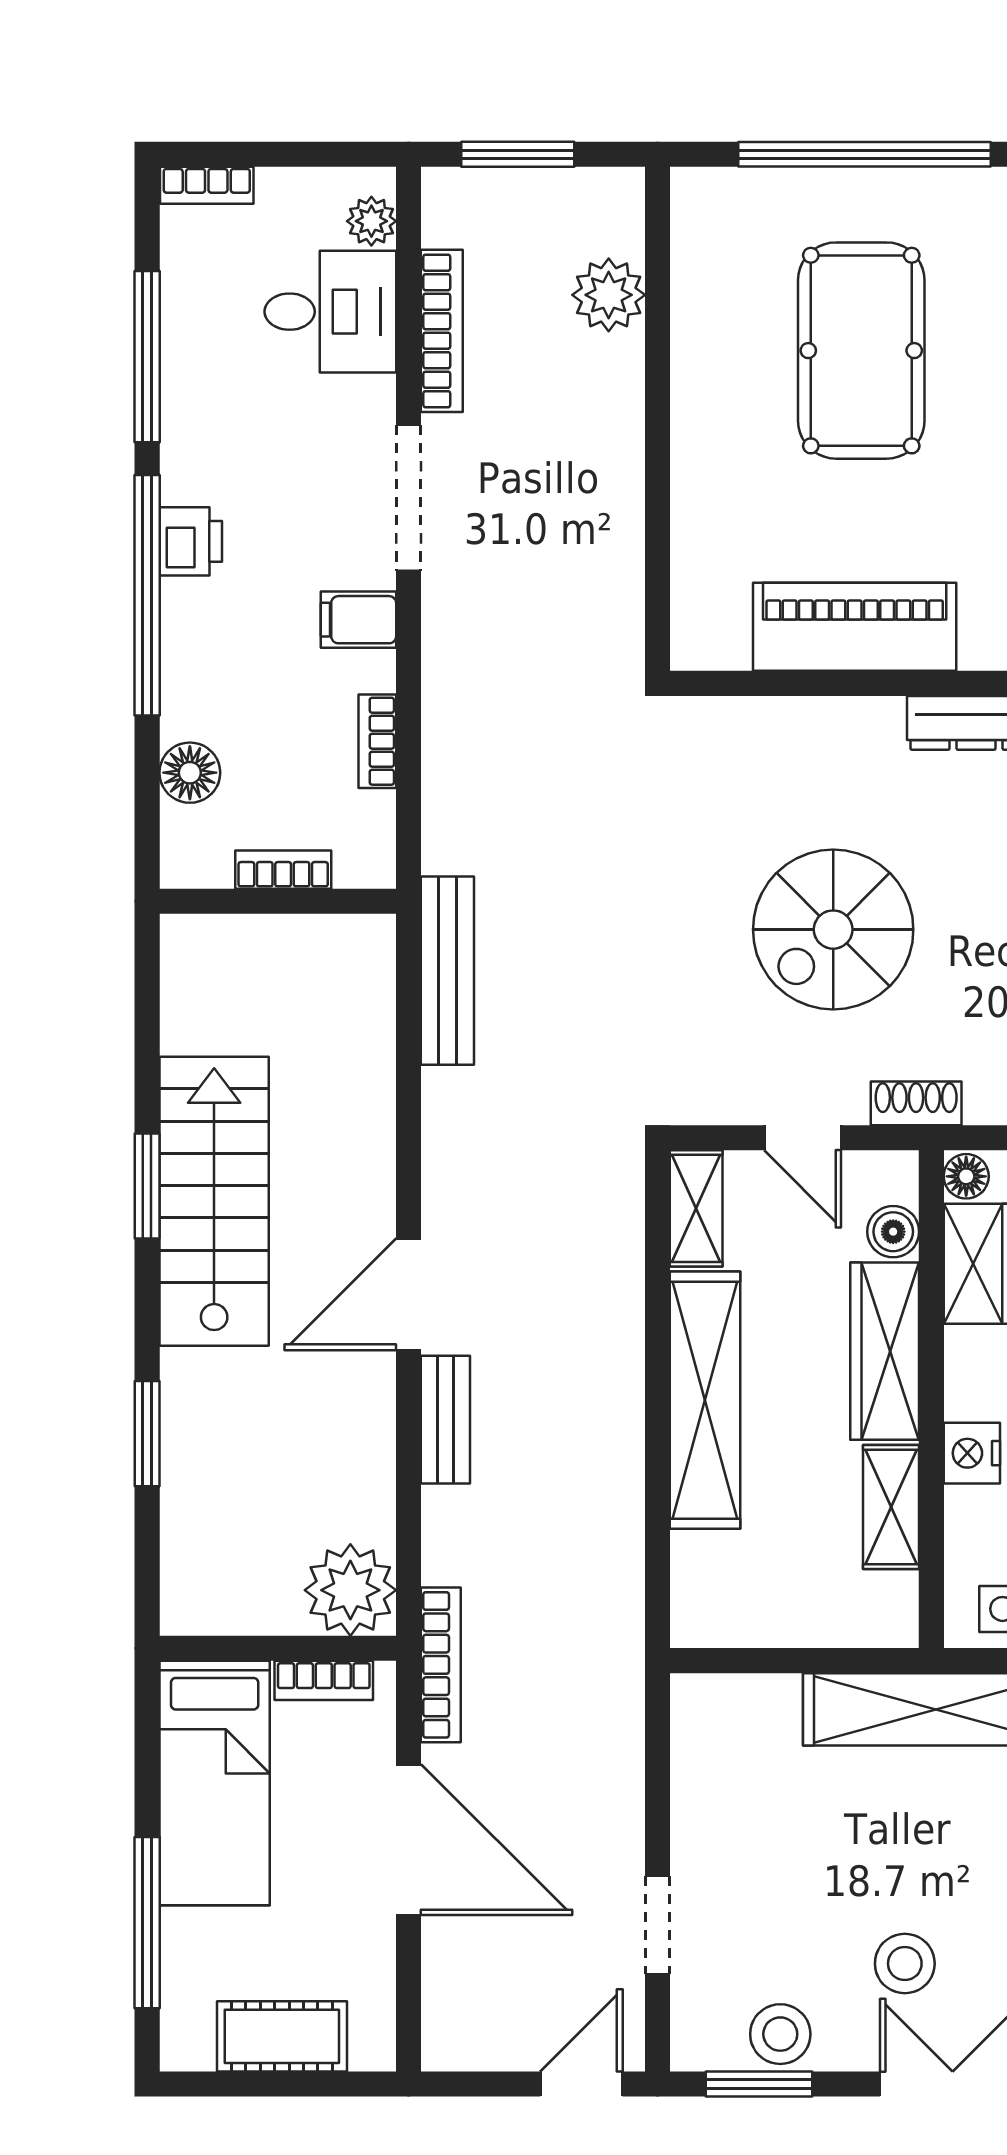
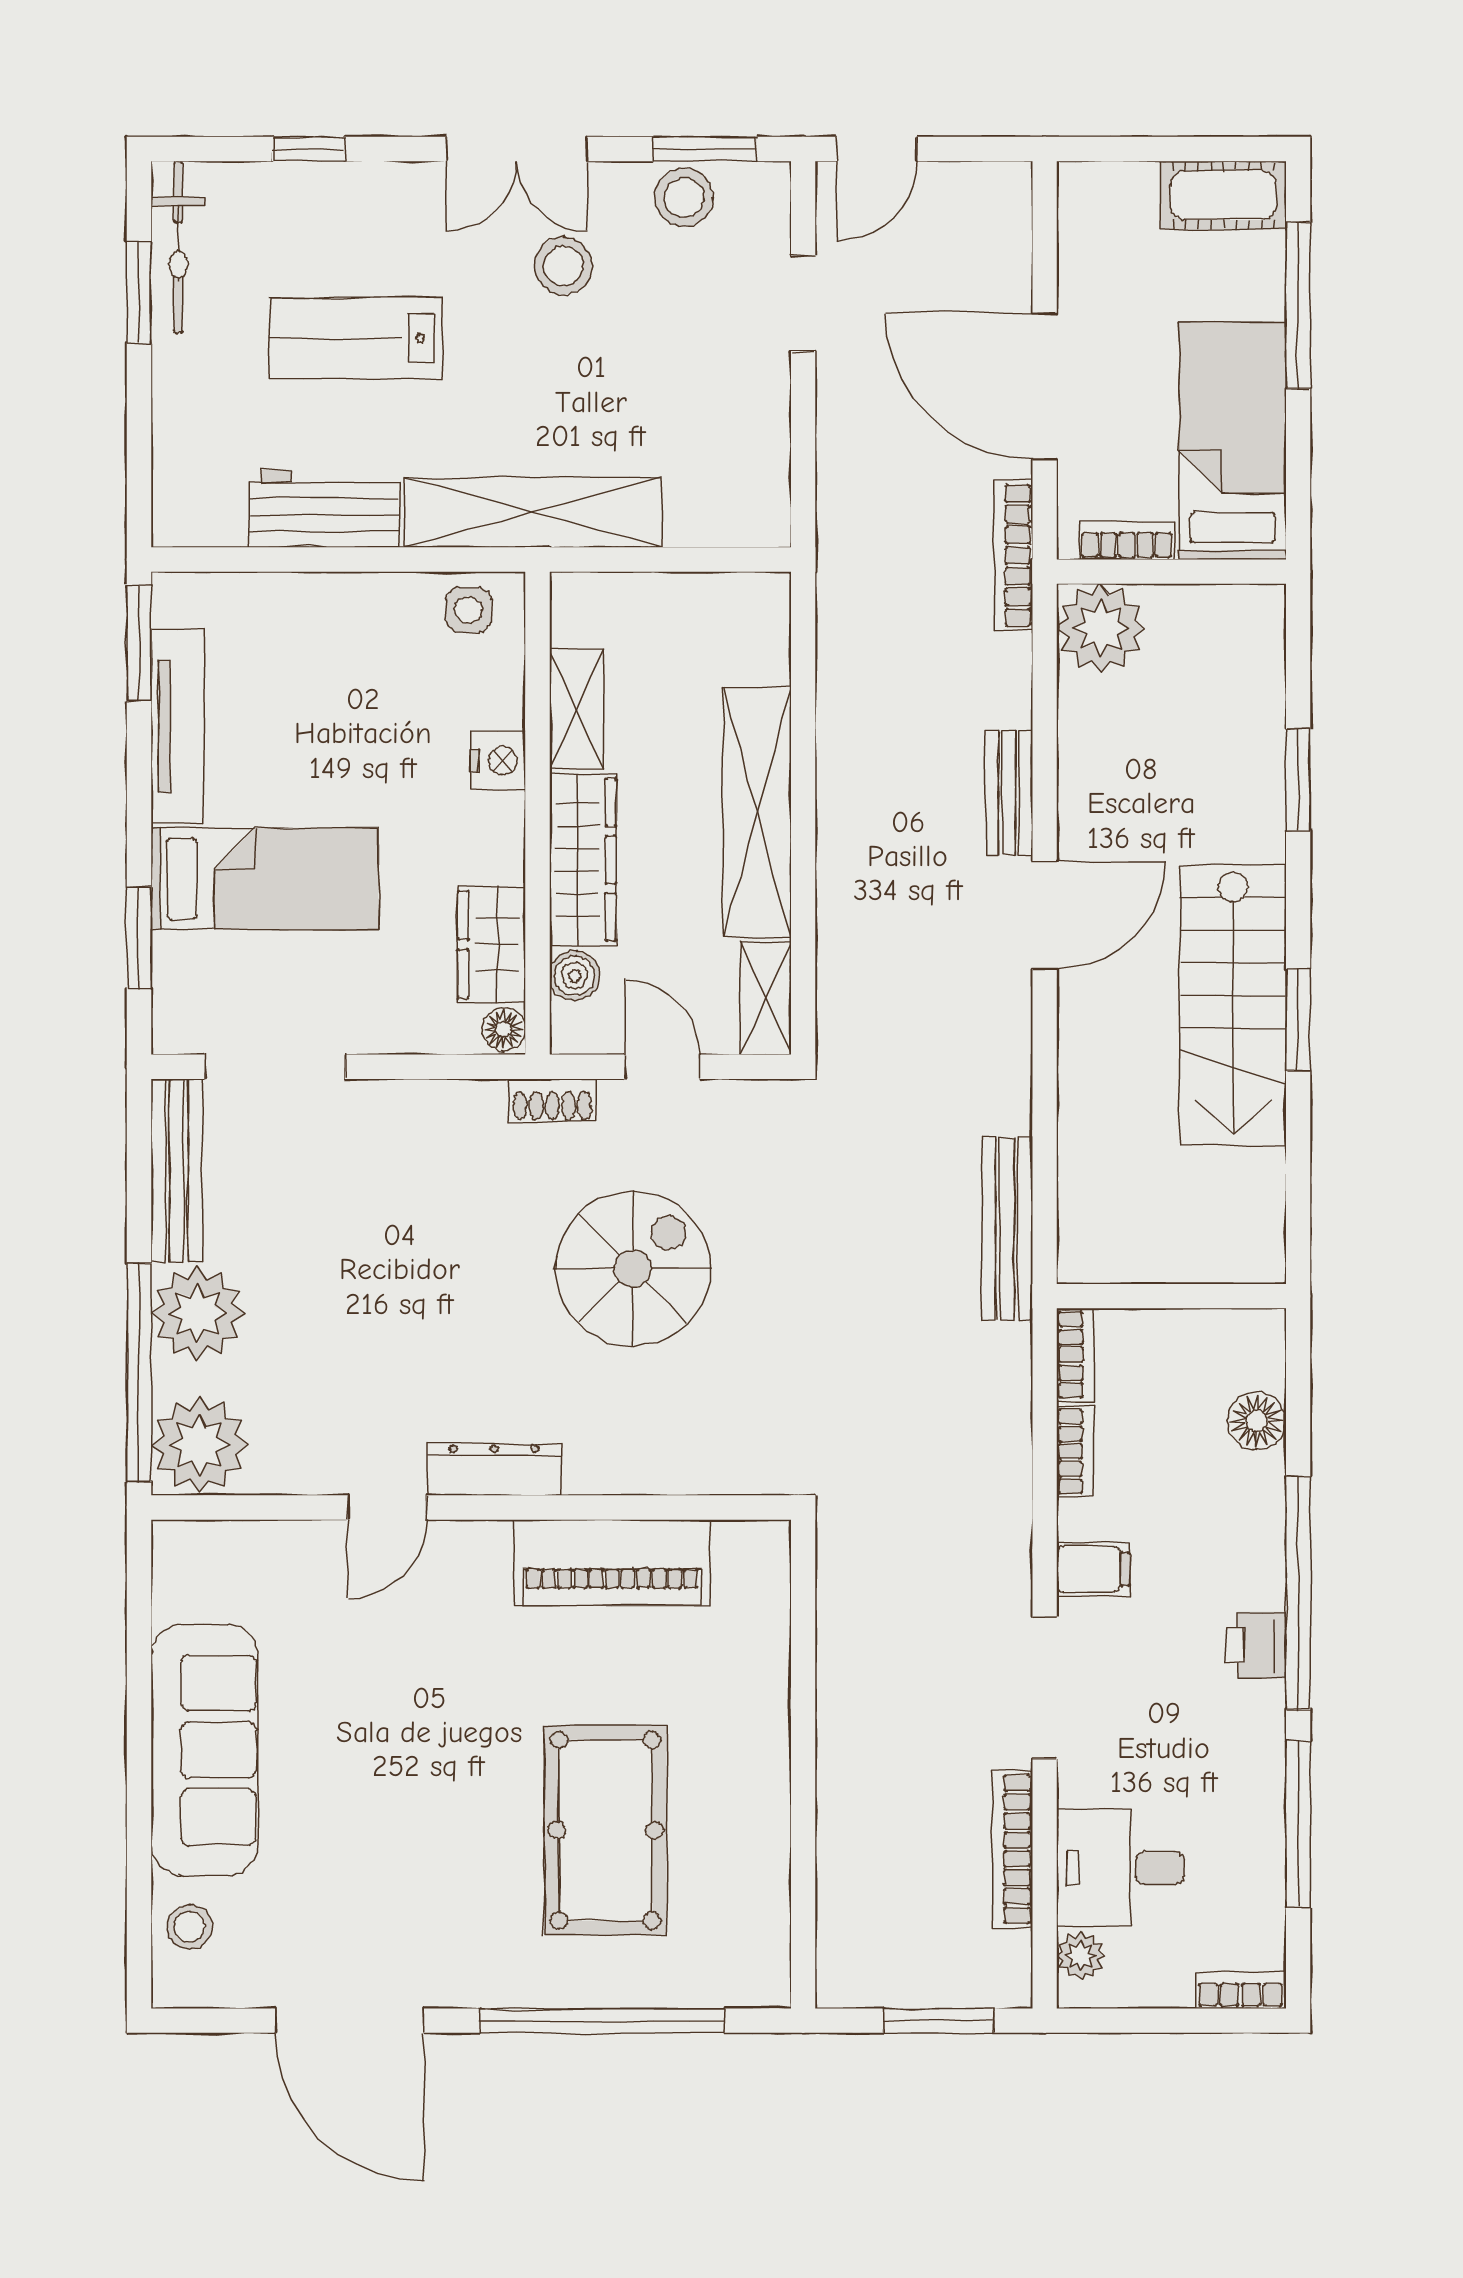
plant: (609, 295) -> (851, 1884), removed
bookcase: (283, 870) -> (1075, 1355), moved, turned -90
cot: (282, 2036) -> (1223, 195), moved

